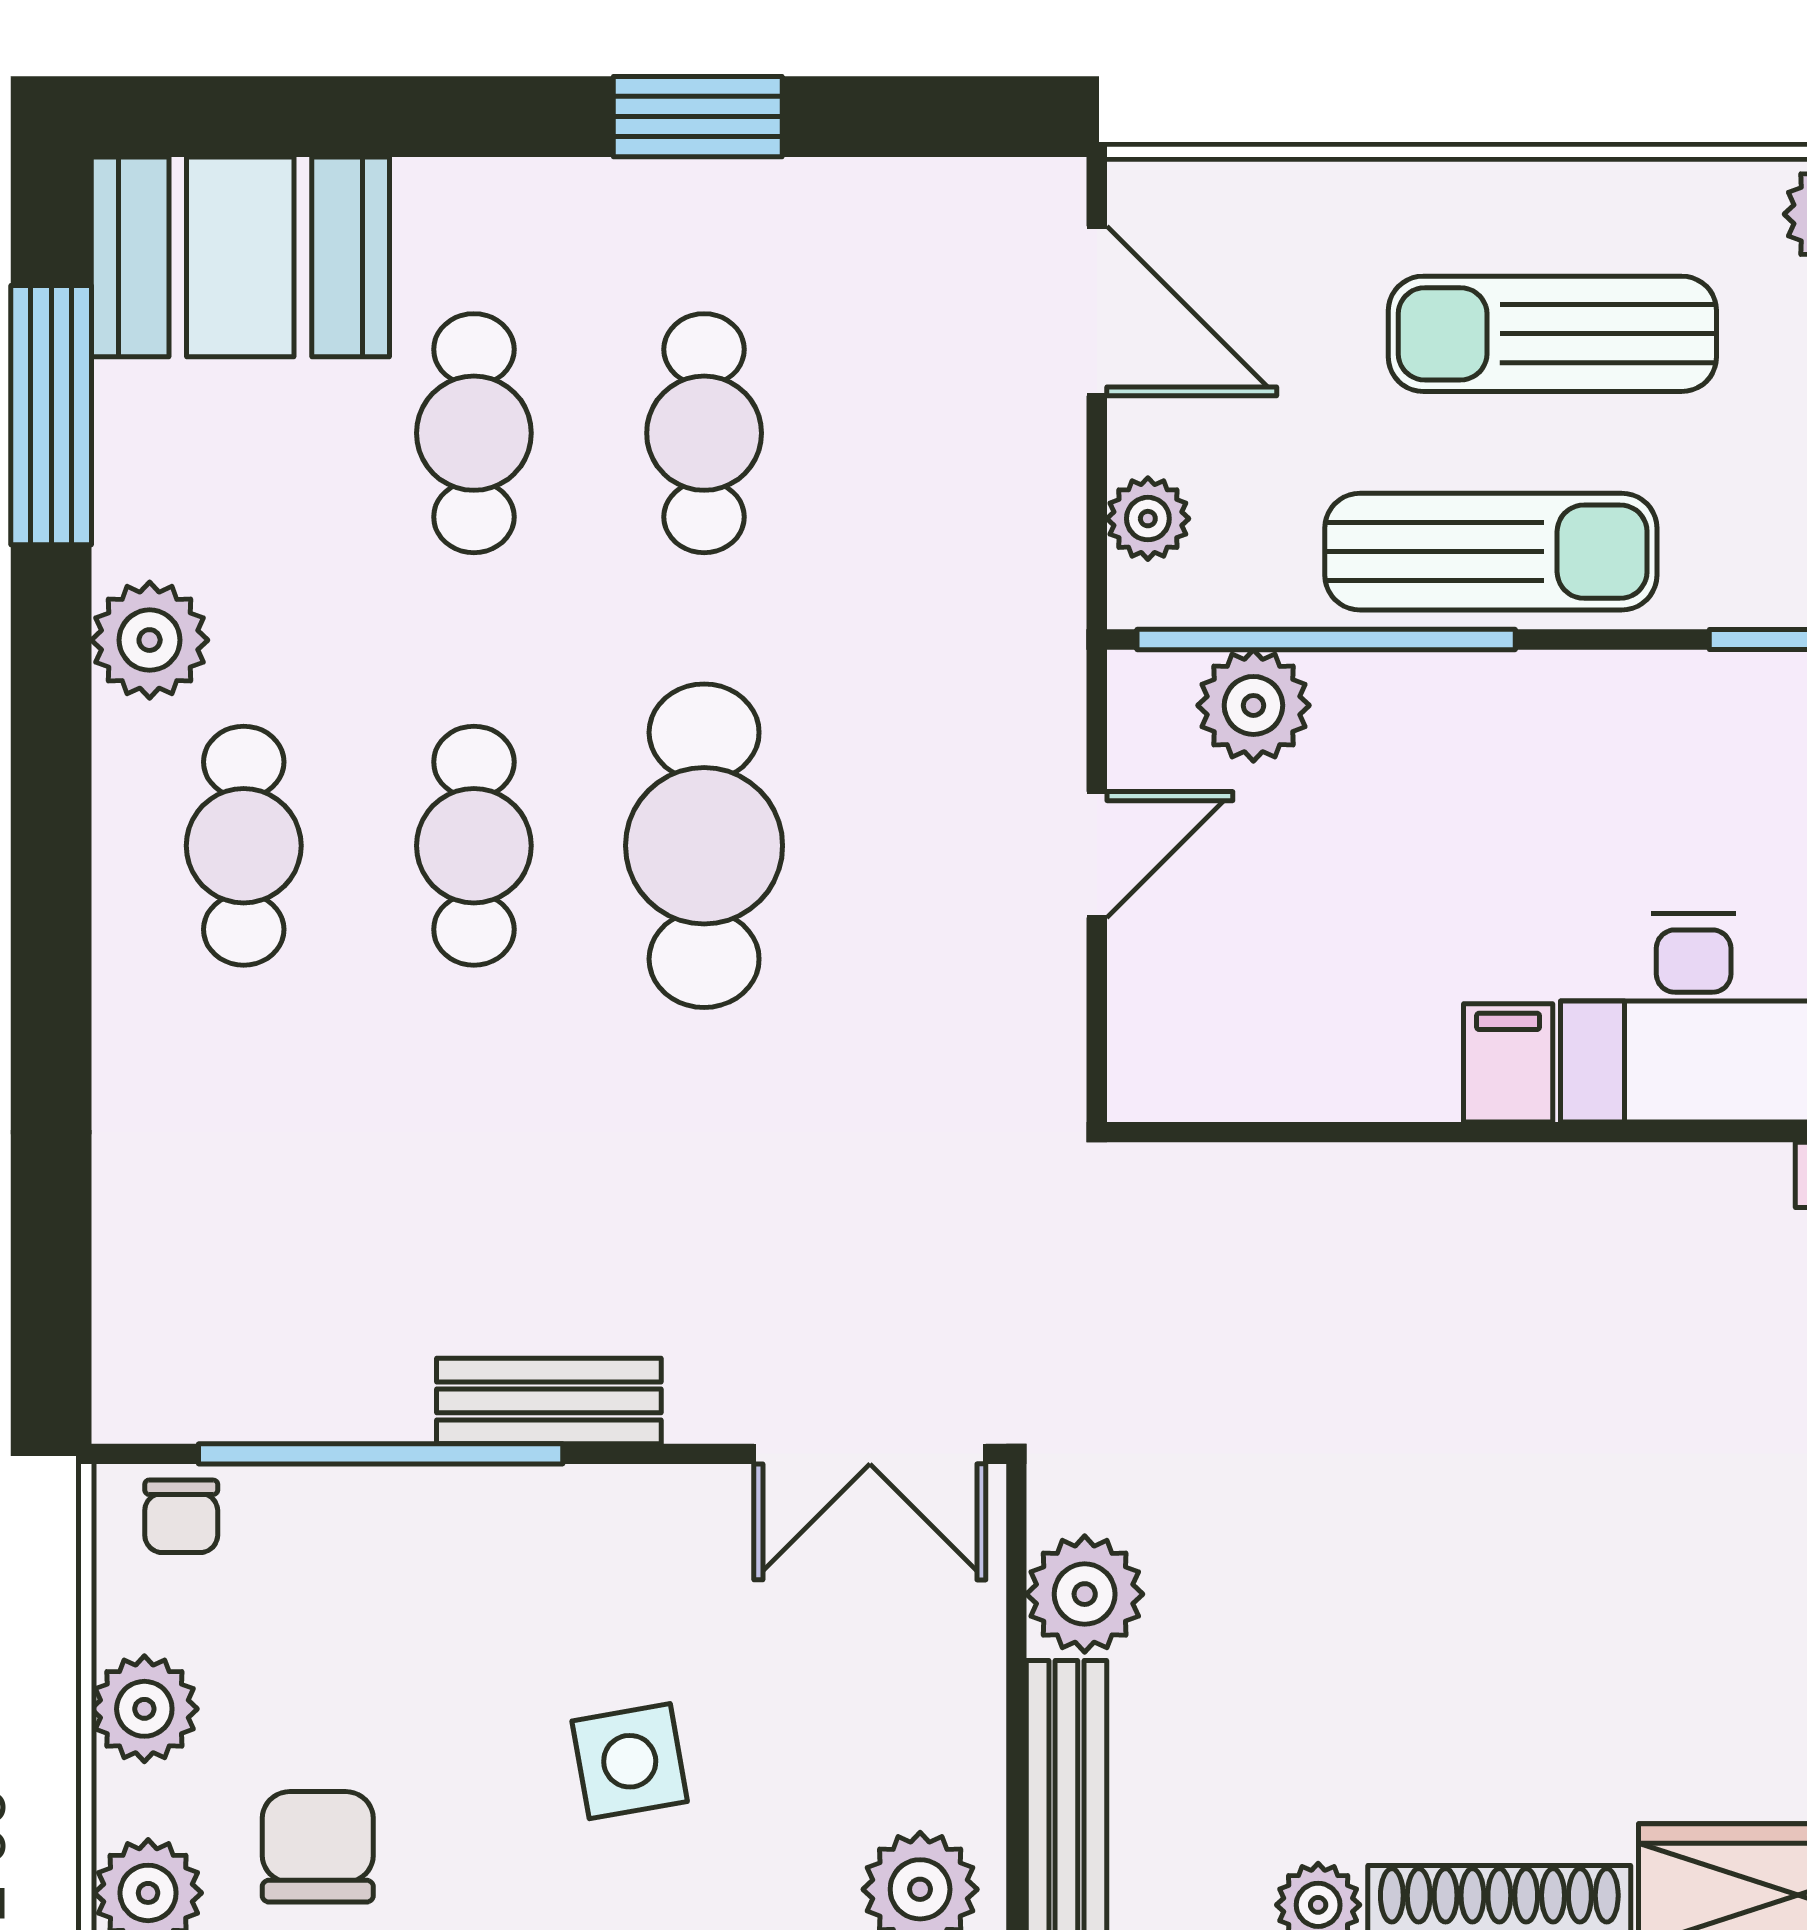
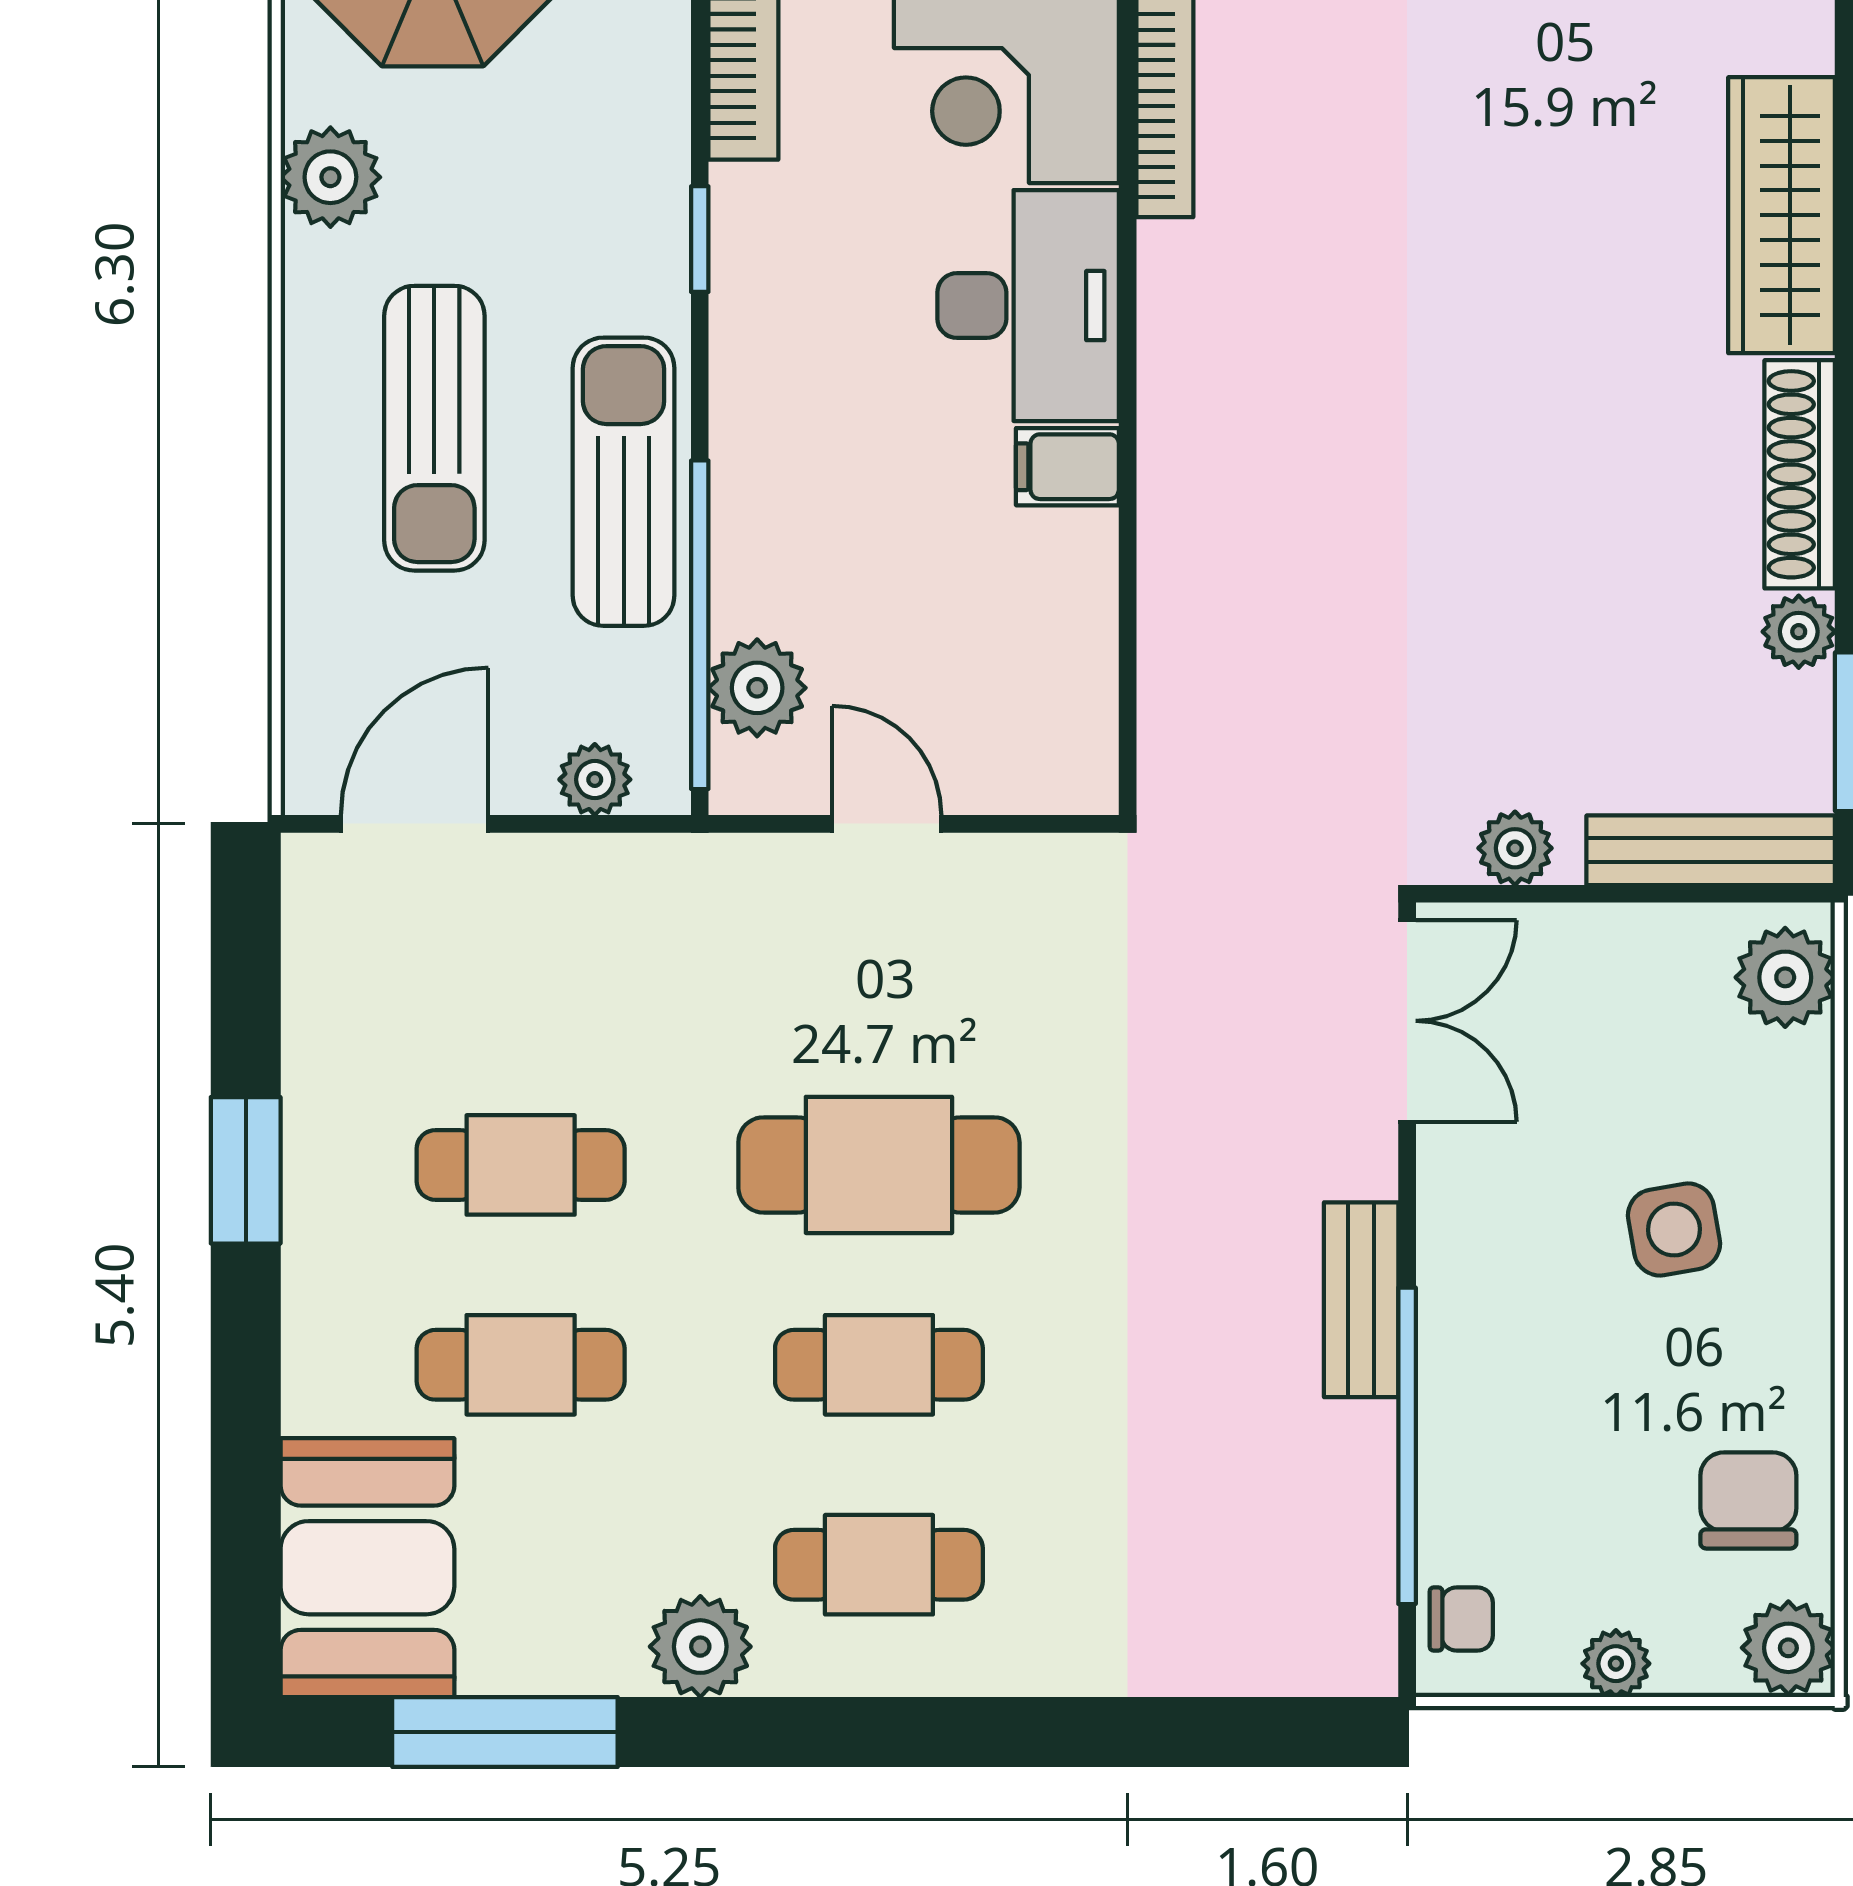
plant: (1085, 1594) -> (1515, 848), width x0.73, depth x0.73
plant: (144, 1709) -> (1616, 1664), width x0.73, depth x0.73
chair: (318, 1847) -> (1748, 1500), turned 90

